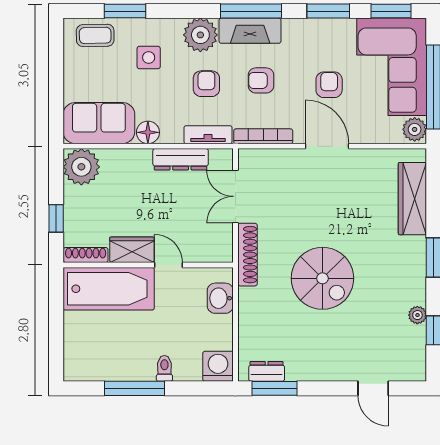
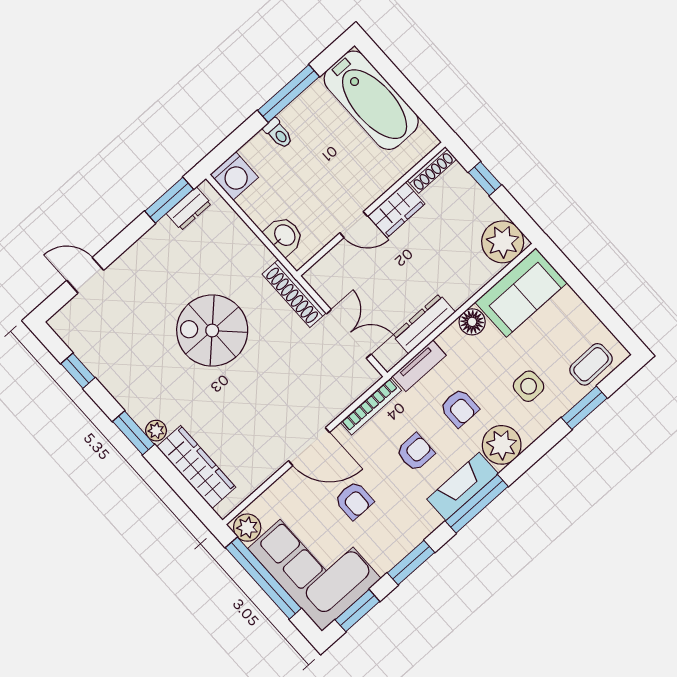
bathtub: (109, 289) -> (371, 100), moved, turned -90
plant: (417, 315) -> (156, 431), moved

